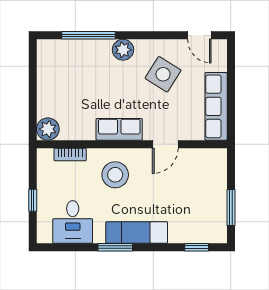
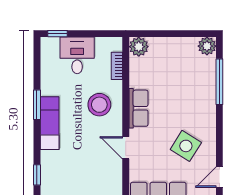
plant: (123, 50) -> (207, 46), moved
window: (33, 200) -> (58, 34), moved
desk: (73, 222) -> (77, 55), moved, turned 90

